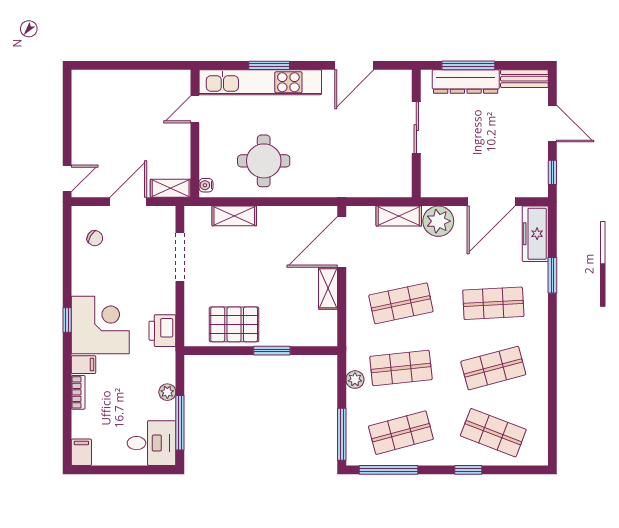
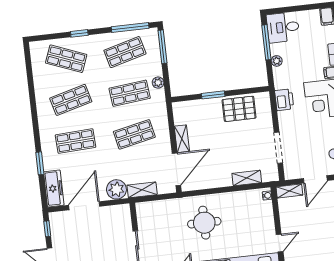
round table: (264, 161) -> (204, 223), moved

